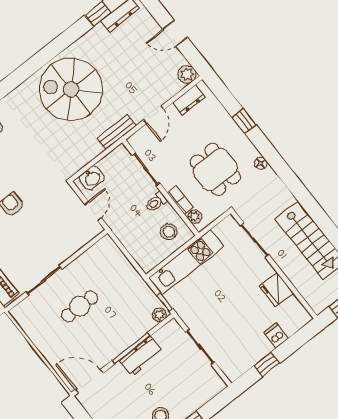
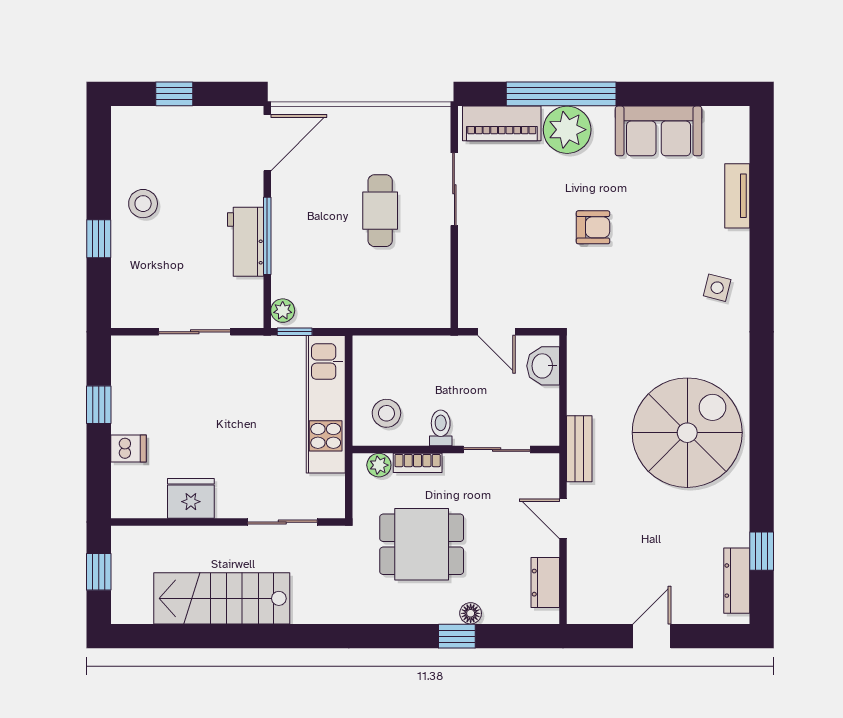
plant: (187, 74) -> (582, 608), removed
floor lamp: (261, 163) -> (471, 613), moved

